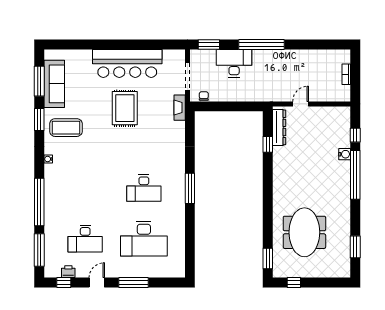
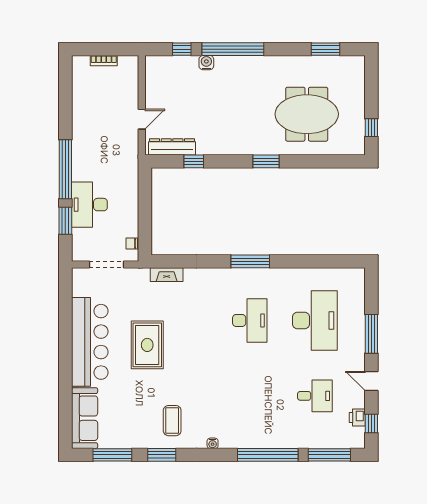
window: (209, 44) -> (65, 221), moved
sofa: (54, 84) -> (85, 418), moved, turned 90
door: (301, 104) -> (142, 119), swing flipped
rug: (125, 108) -> (147, 345), turned 90
fireplace: (180, 108) -> (167, 275), moved
coffee table: (66, 128) -> (172, 421), width x0.73, depth x0.76
desk: (85, 239) -> (315, 396), width x0.73
window: (268, 259) -> (266, 161), moved

